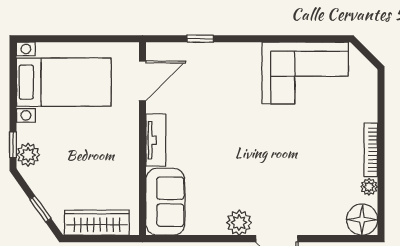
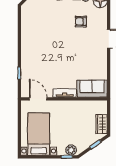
corner sofa: (305, 73) -> (35, 26), removed
armchair: (315, 176) -> (81, 22), added
wardrobe: (97, 223) -> (102, 124), width x0.67
plant: (239, 223) -> (102, 56), removed

